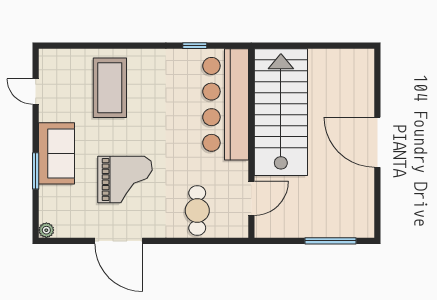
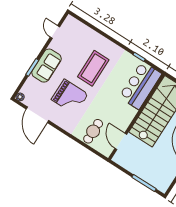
coffee table: (110, 88) -> (93, 68), moved
bar counter: (226, 104) -> (140, 85), width x0.73
door: (251, 198) -> (121, 141), swing flipped
door: (119, 241) -> (37, 115), moved

